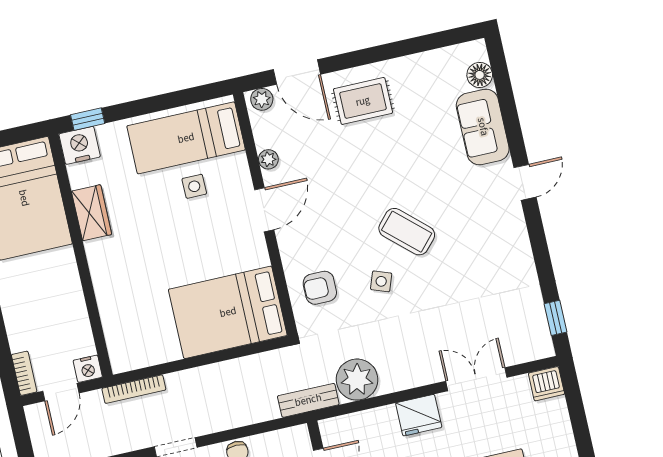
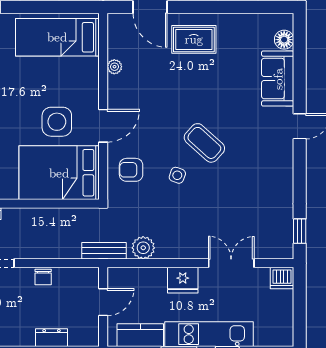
plant: (262, 99) -> (120, 21), removed
side table: (194, 186) -> (57, 122), moved, width x1.87, depth x1.87
door: (264, 210) -> (103, 126), moved
plant: (357, 380) -> (143, 248), width x0.73, depth x0.73

